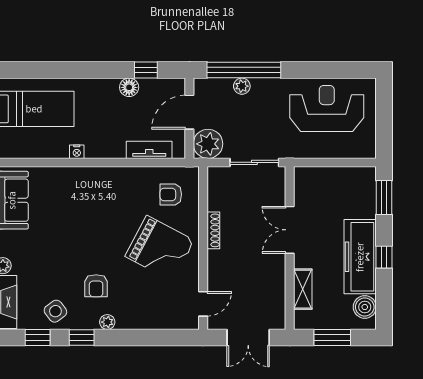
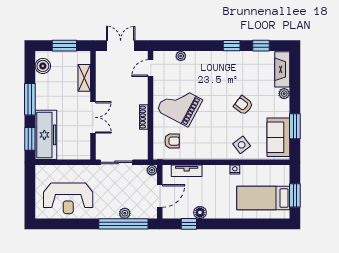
plant: (208, 144) -> (152, 170), width x0.53, depth x0.53
freezer: (360, 257) -> (46, 135), moved
window: (384, 257) -> (30, 99), width x2.17
armchair: (96, 286) -> (243, 105), moved, turned -52
side table: (55, 311) -> (242, 145), moved
plant: (107, 322) -> (181, 56), moved

